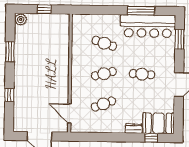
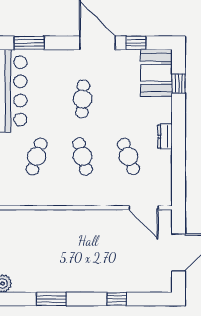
window: (179, 110) -> (136, 43), added
door: (69, 114) -> (144, 208), hinge flipped
dresser: (134, 129) -> (165, 137), moved

